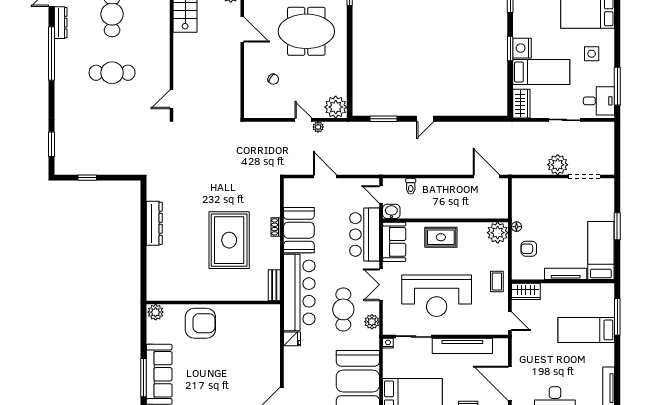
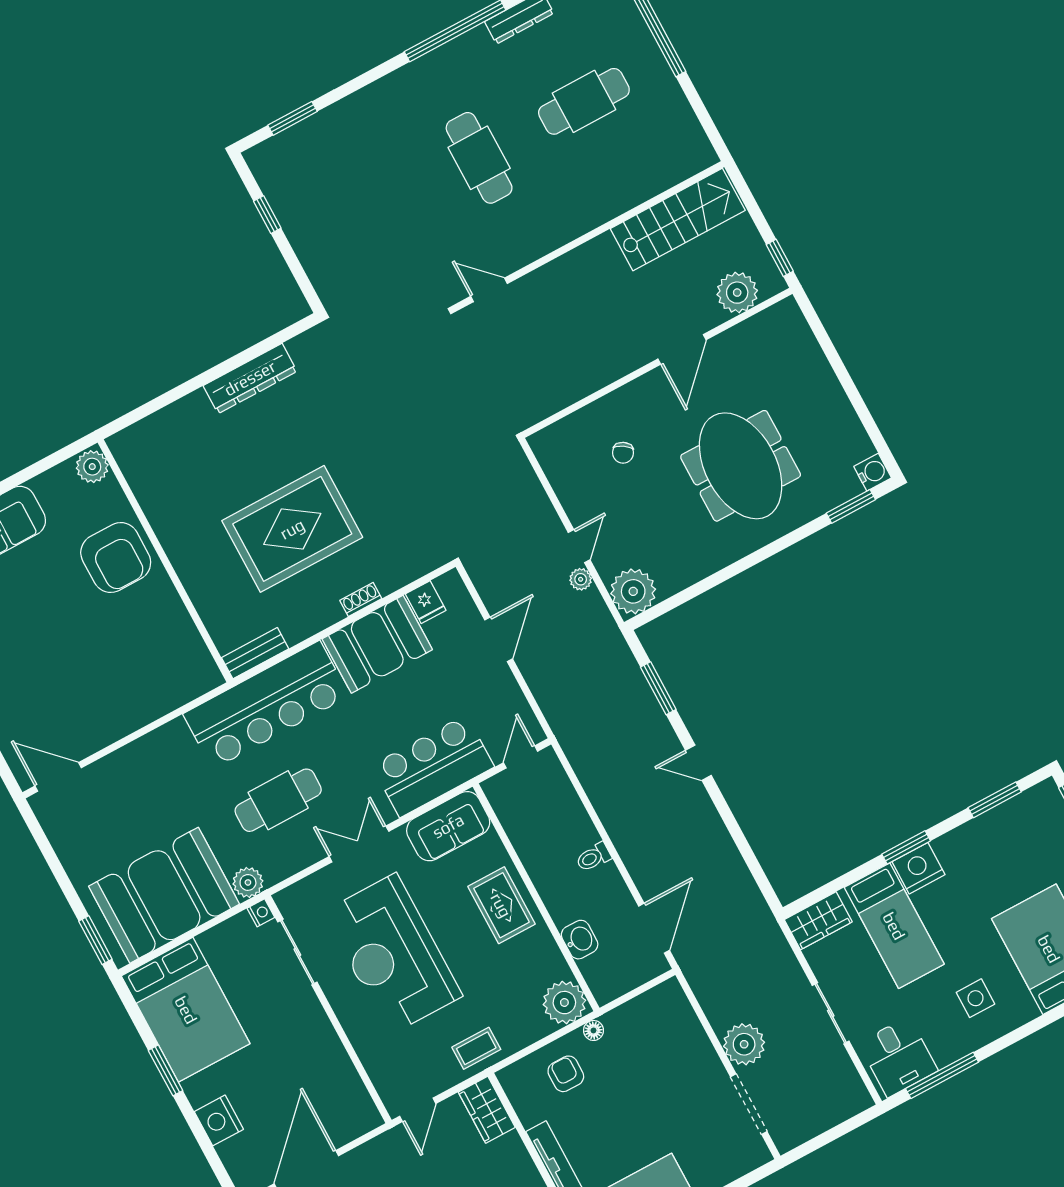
toilet: (411, 186) -> (593, 857), moved
washbasin: (391, 211) -> (580, 940), moved
plant: (372, 322) -> (248, 882), moved
fridge: (292, 339) -> (426, 602), moved
tv unit: (462, 346) -> (328, 1049), removed

